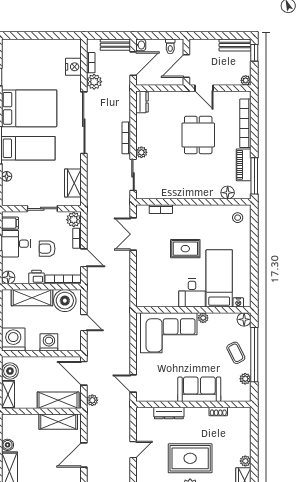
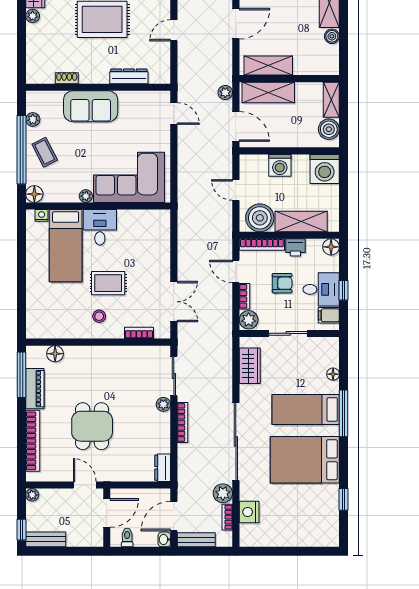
stool: (238, 218) -> (99, 316), moved

